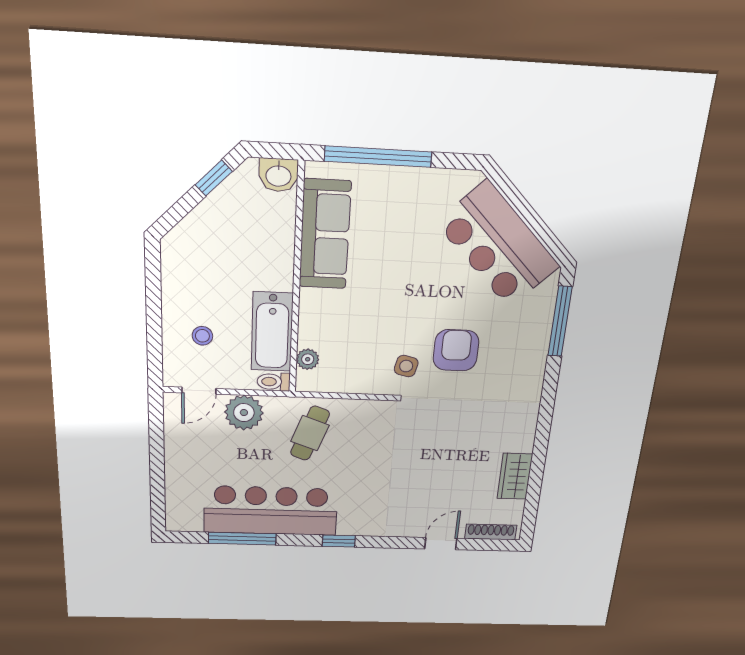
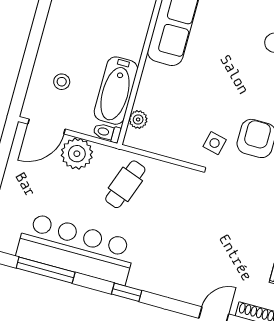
door: (199, 391) -> (47, 127), width x1.38

